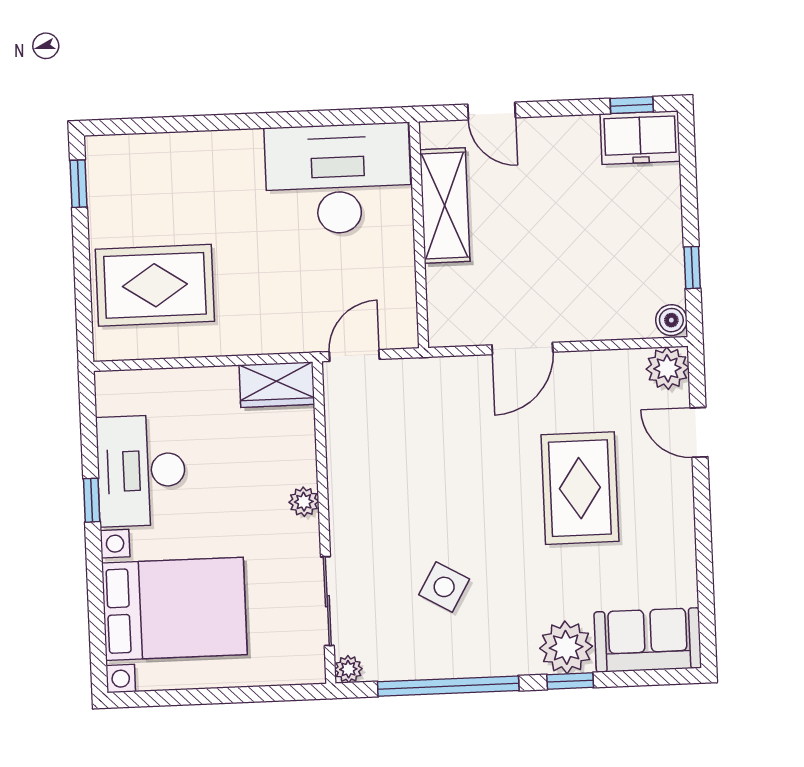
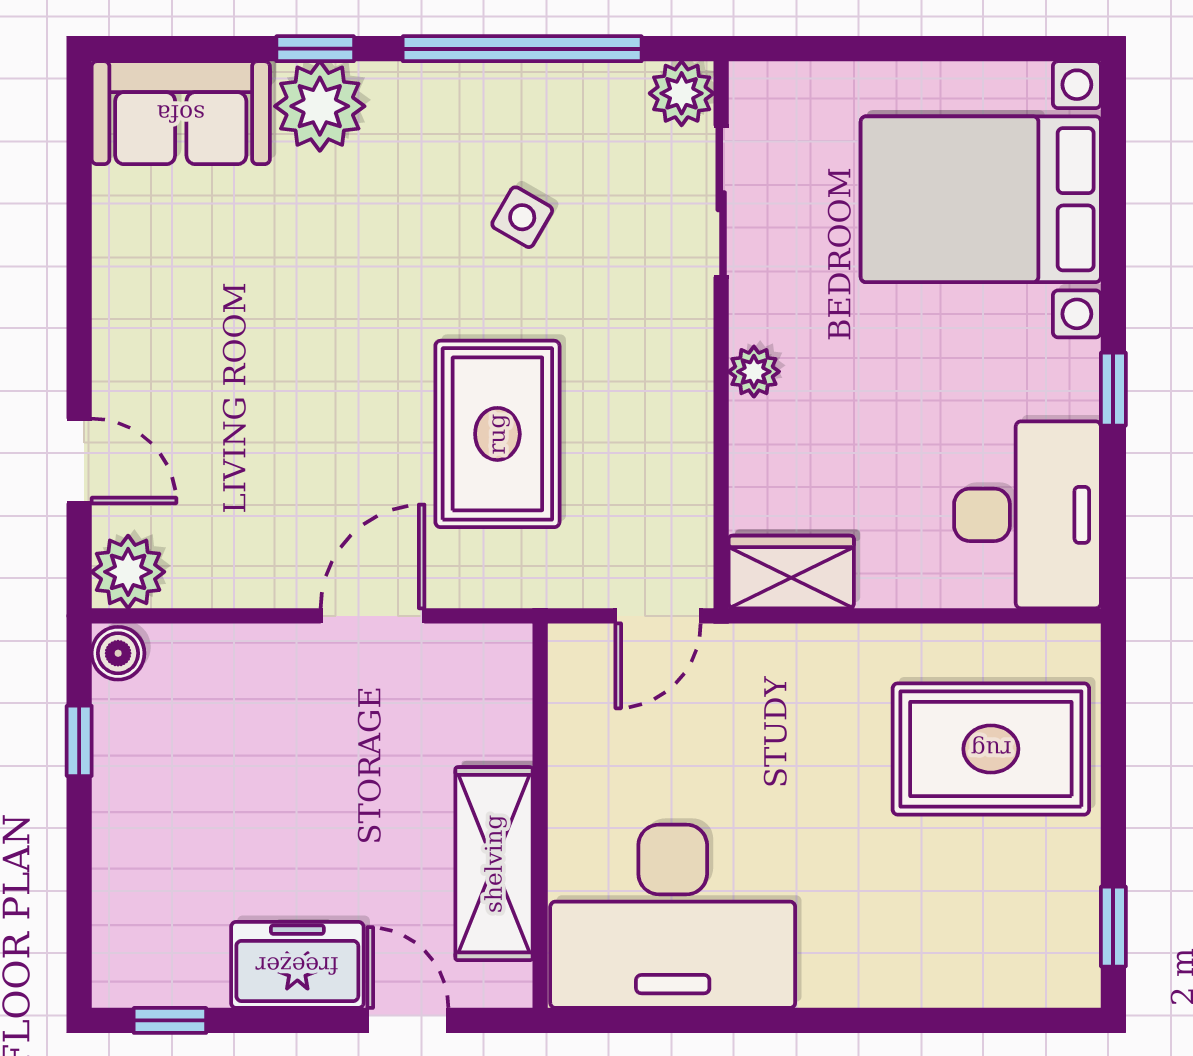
freezer: (640, 138) -> (297, 965), moved
desk: (141, 471) -> (1027, 515), moved
rug: (580, 488) -> (497, 434), moved
side table: (444, 587) -> (522, 217), width x0.73, depth x0.73
plant: (348, 669) -> (682, 93), width x1.38, depth x1.38

